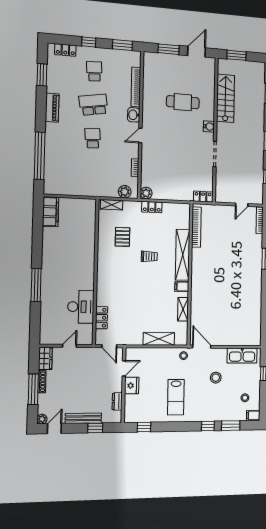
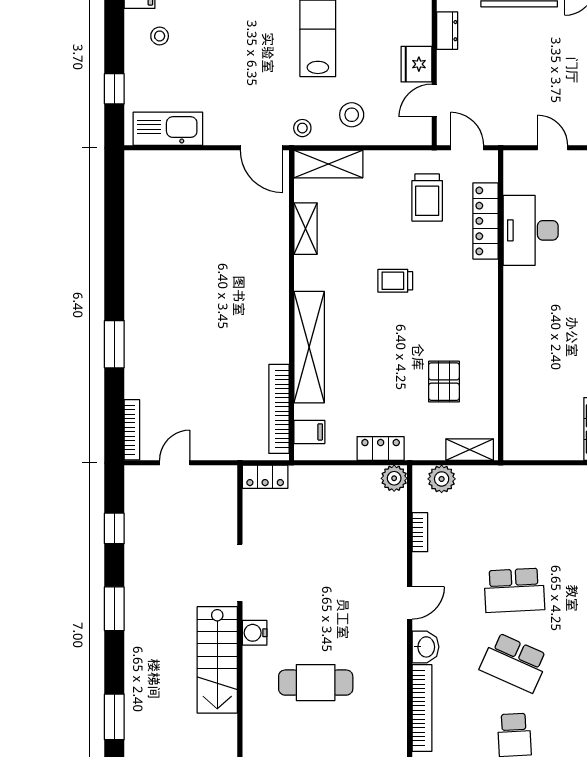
stairs: (225, 98) -> (217, 660), moved
school desk: (93, 105) -> (514, 663), turned 33
school desk: (93, 138) -> (514, 590), width x1.85
trolley: (149, 256) -> (395, 281), moved
filing cabinet: (182, 287) -> (309, 432), moved
locker: (101, 318) -> (486, 221), width x1.53
trolley: (128, 323) -> (427, 198), added
shelving: (159, 339) -> (328, 164), moved
door: (69, 346) -> (553, 148), swing flipped
stool: (216, 378) -> (352, 115), moved

